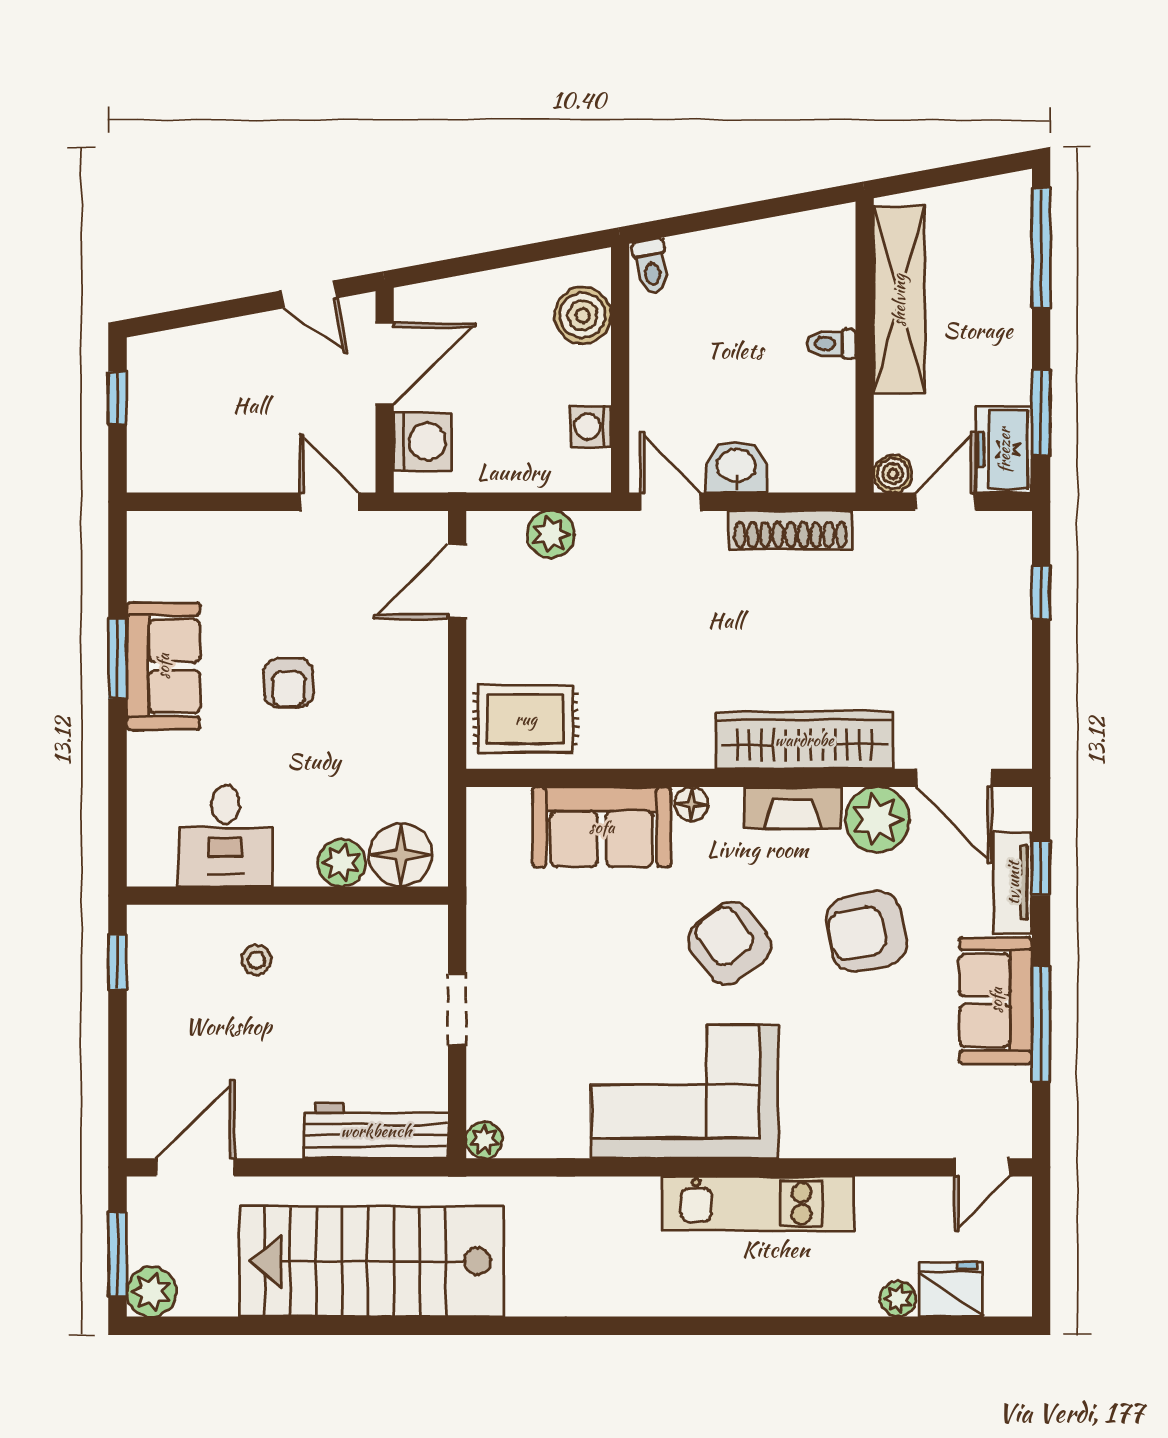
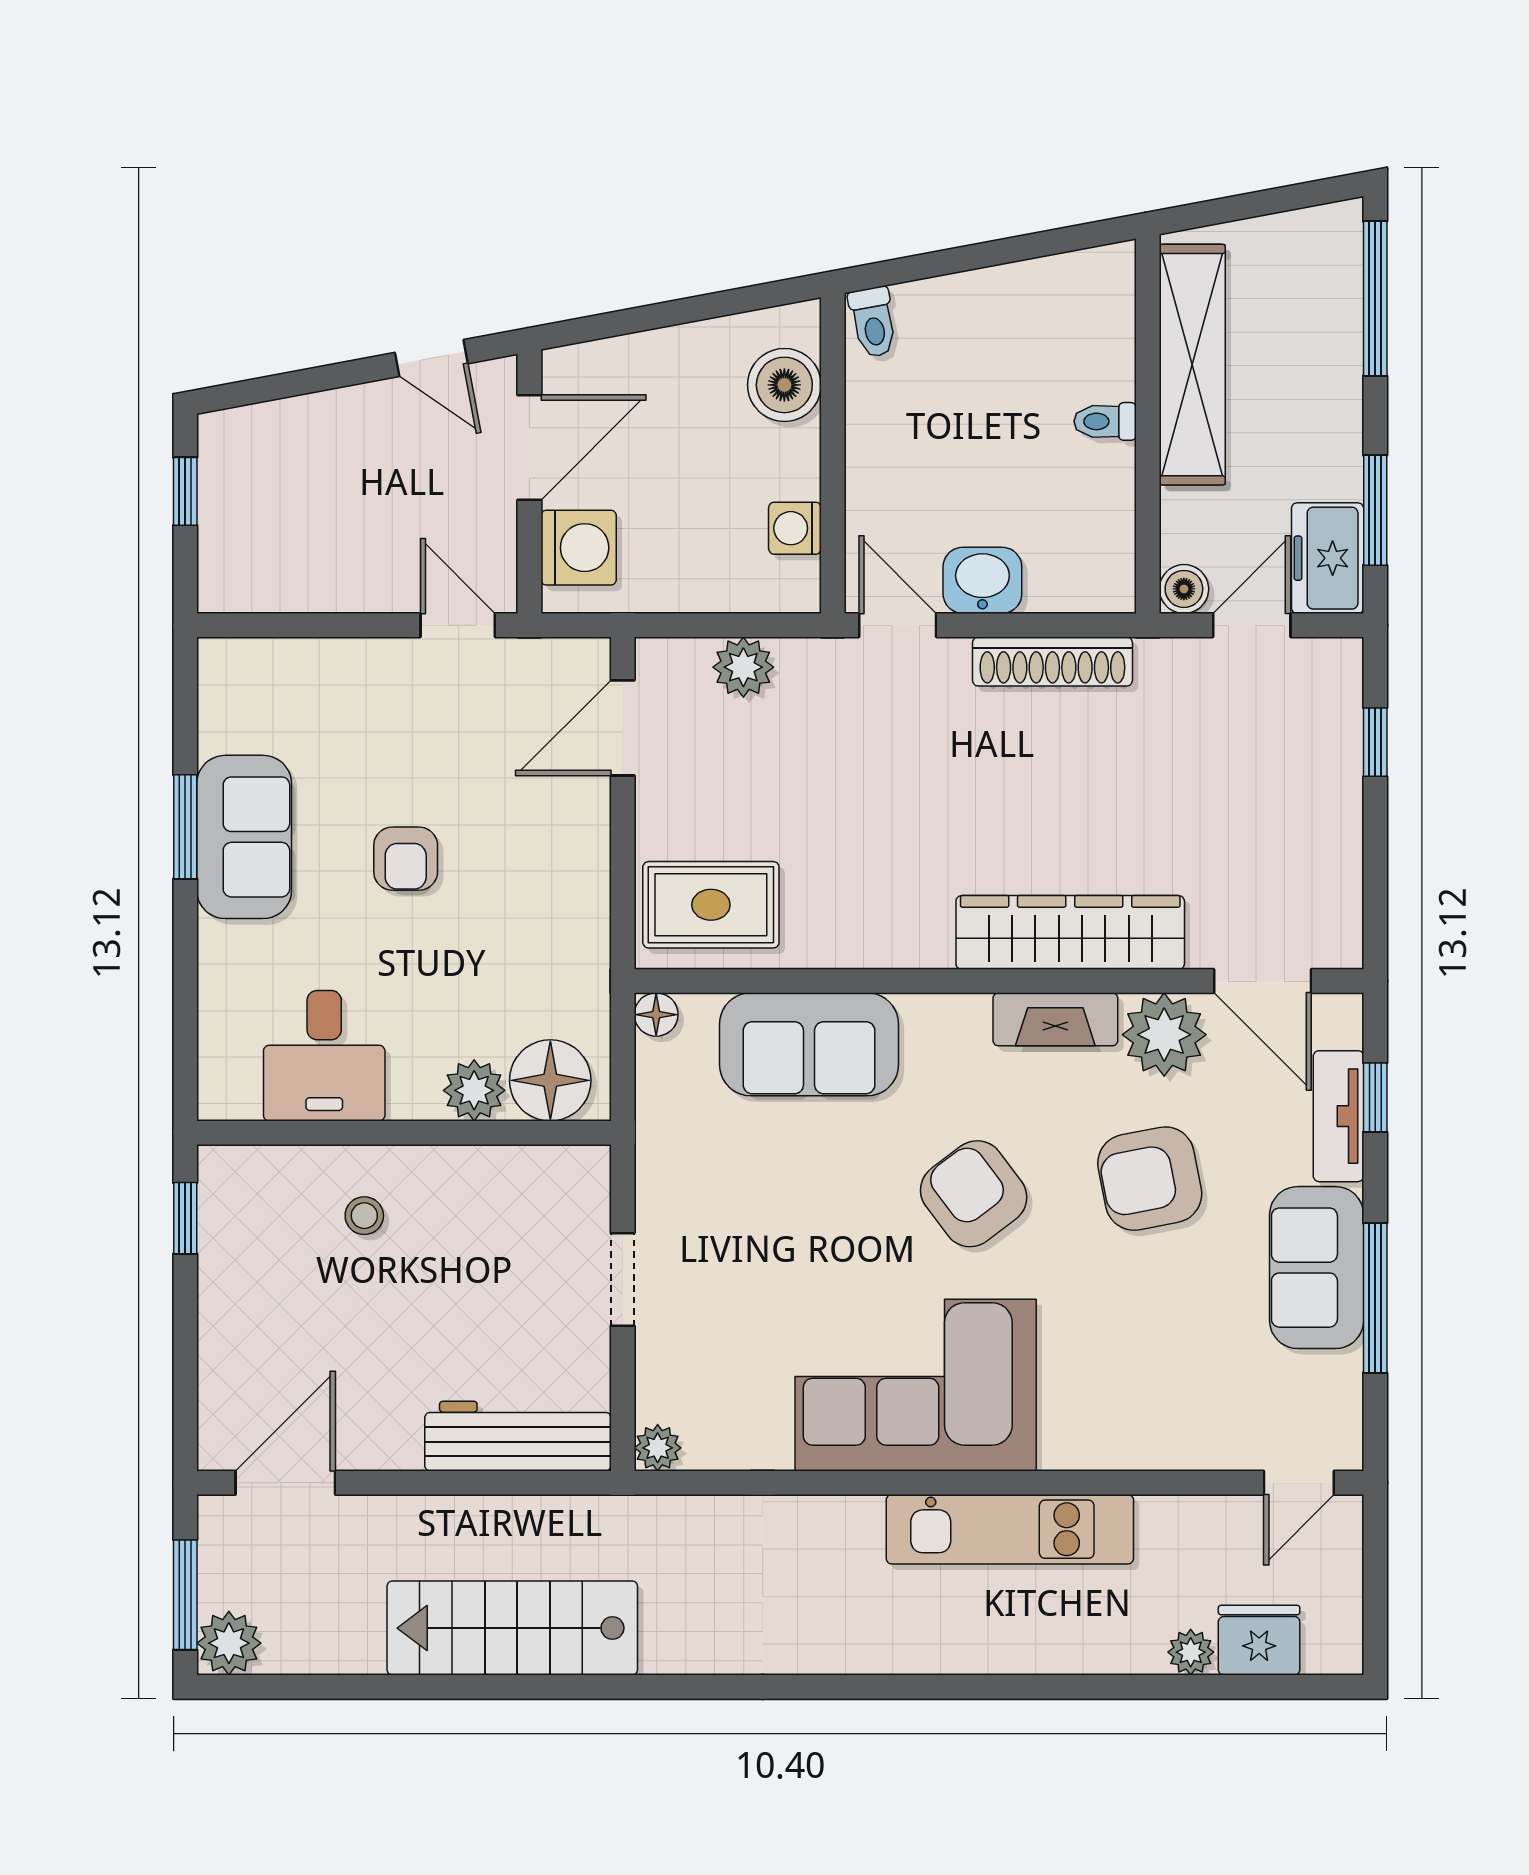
floor lamp: (692, 804) -> (656, 1015), moved
stairs: (371, 1262) -> (512, 1628), width x0.73, depth x0.66

